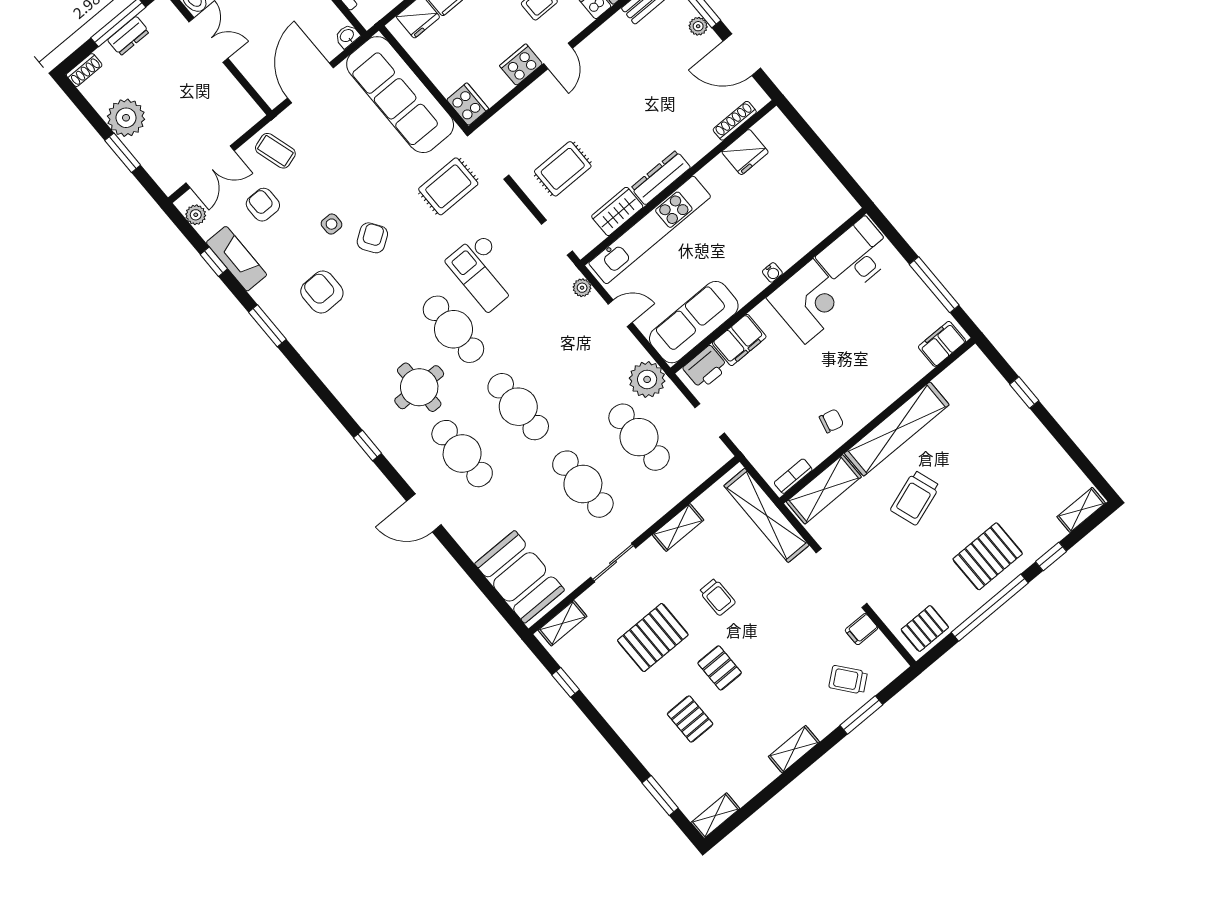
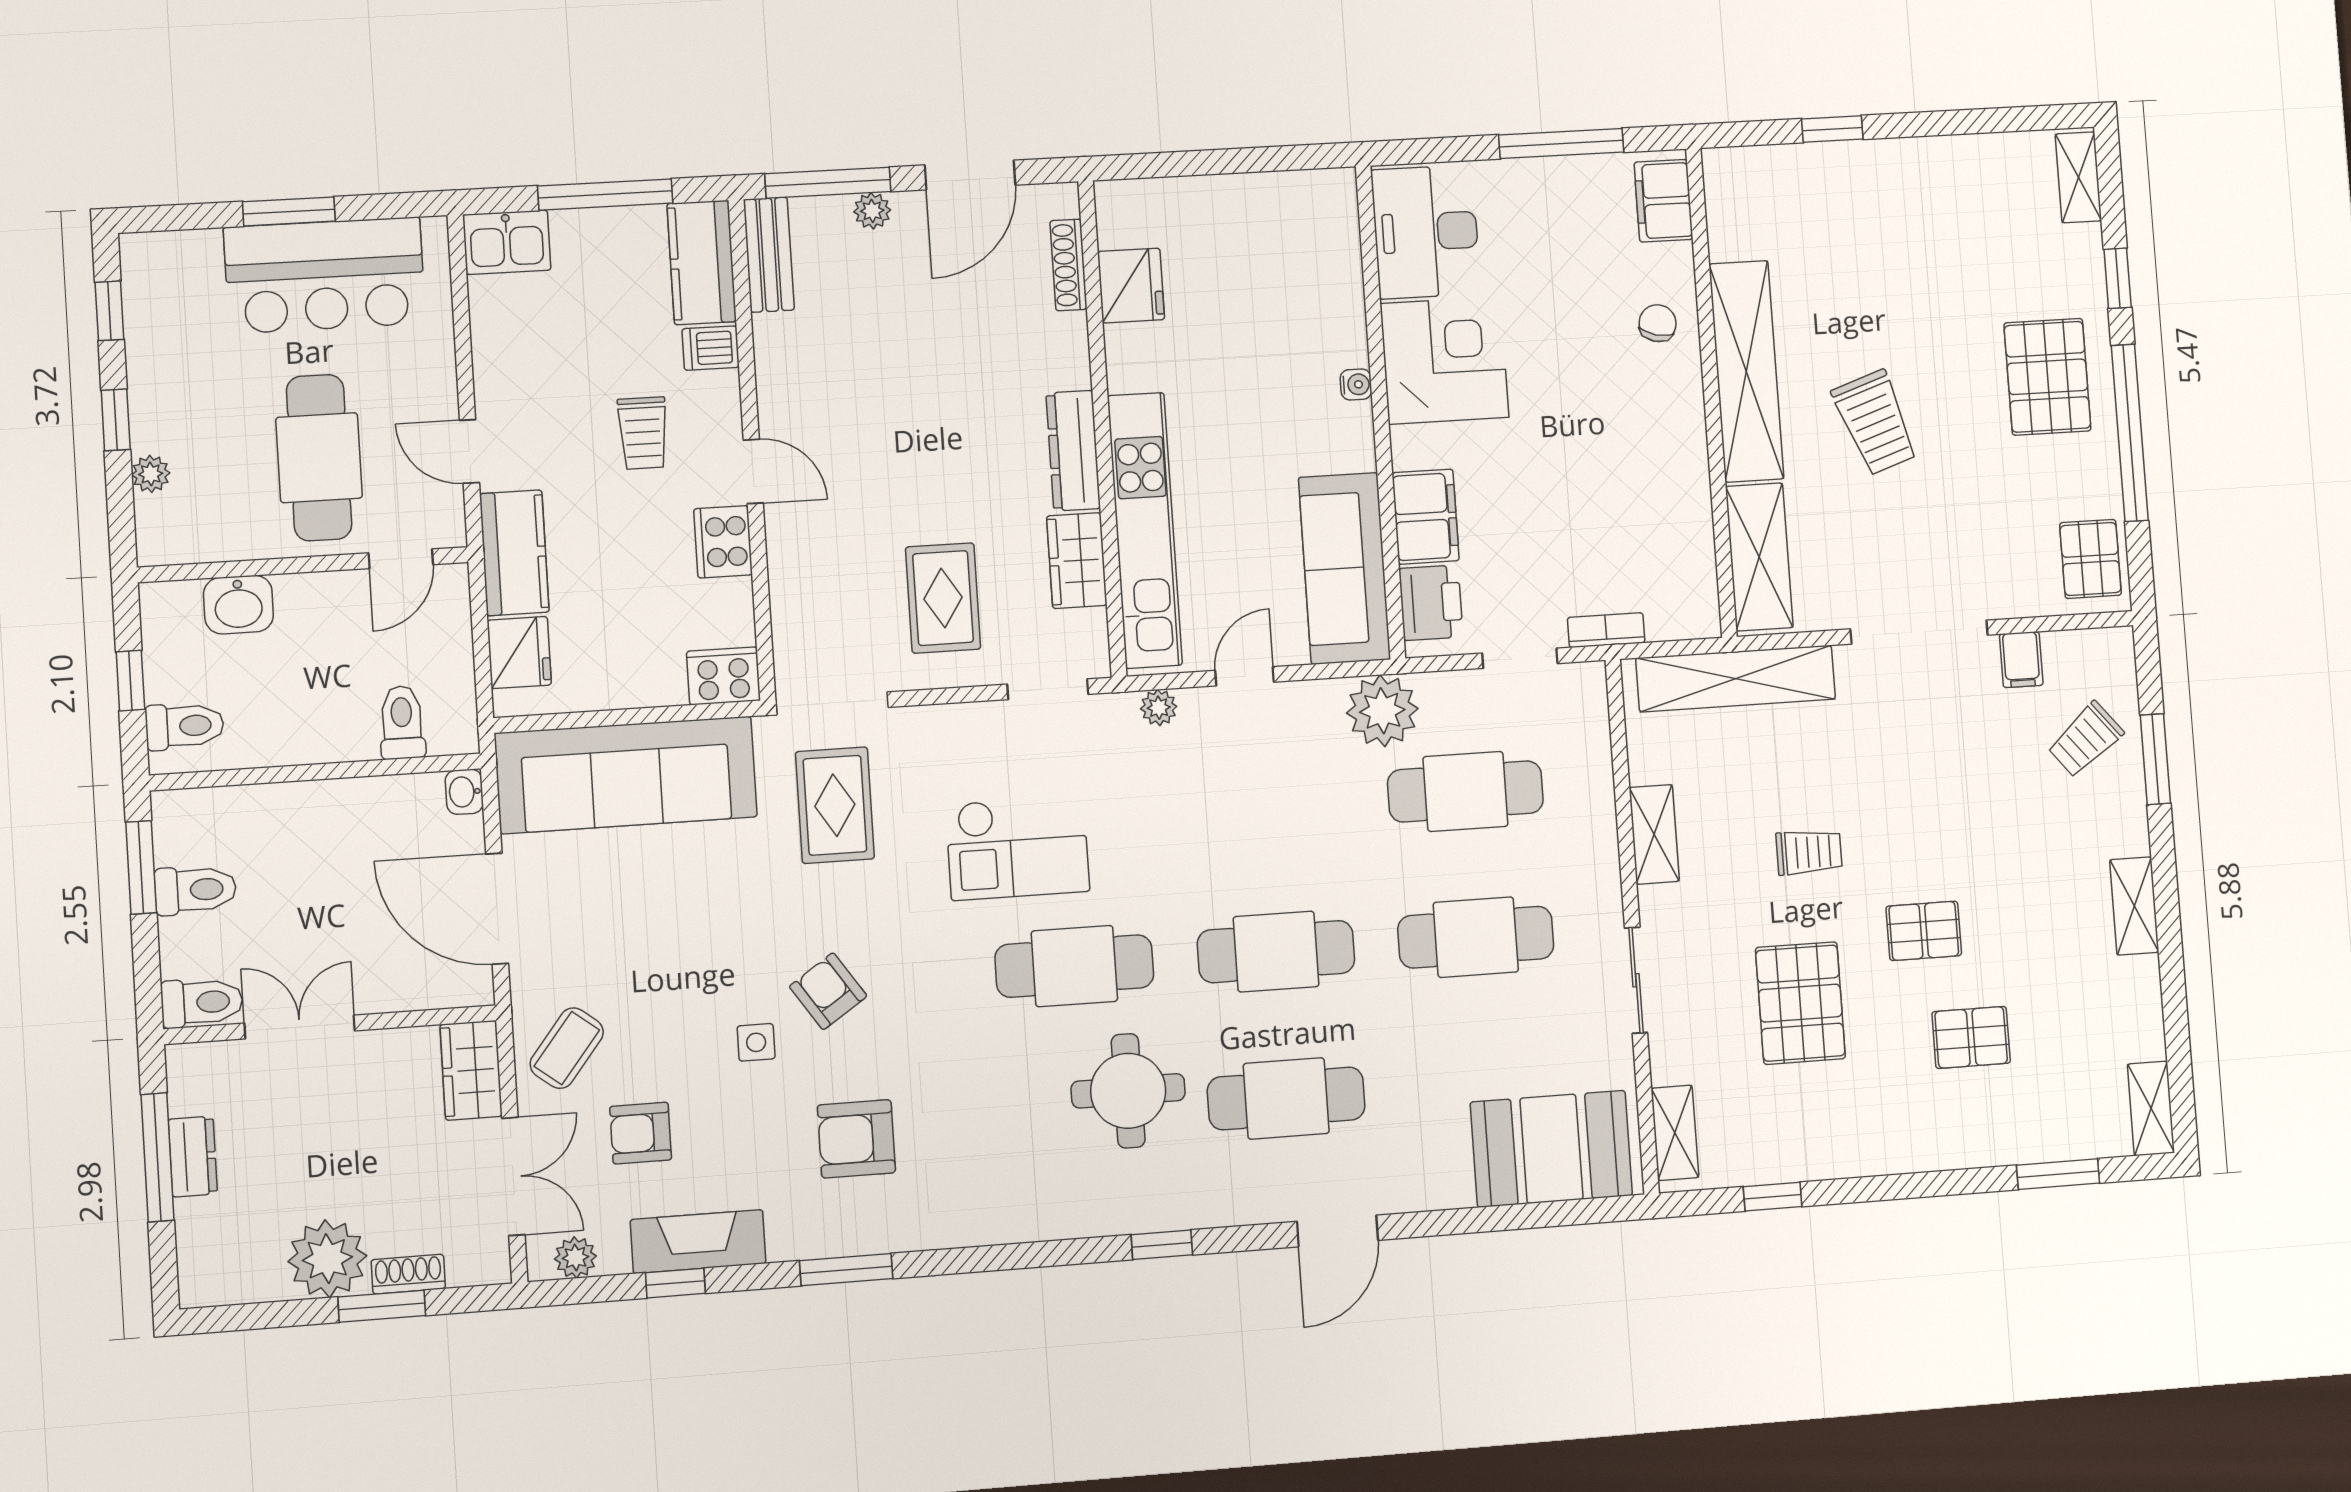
shoe rack: (84, 70) -> (408, 1274), moved, turned -90
wardrobe: (240, 120) -> (471, 1070), added
coffee table: (275, 151) -> (567, 1048), turned -35
chair: (831, 421) -> (1658, 323), moved
bookcase: (793, 476) -> (1606, 630), moved, turned 90

